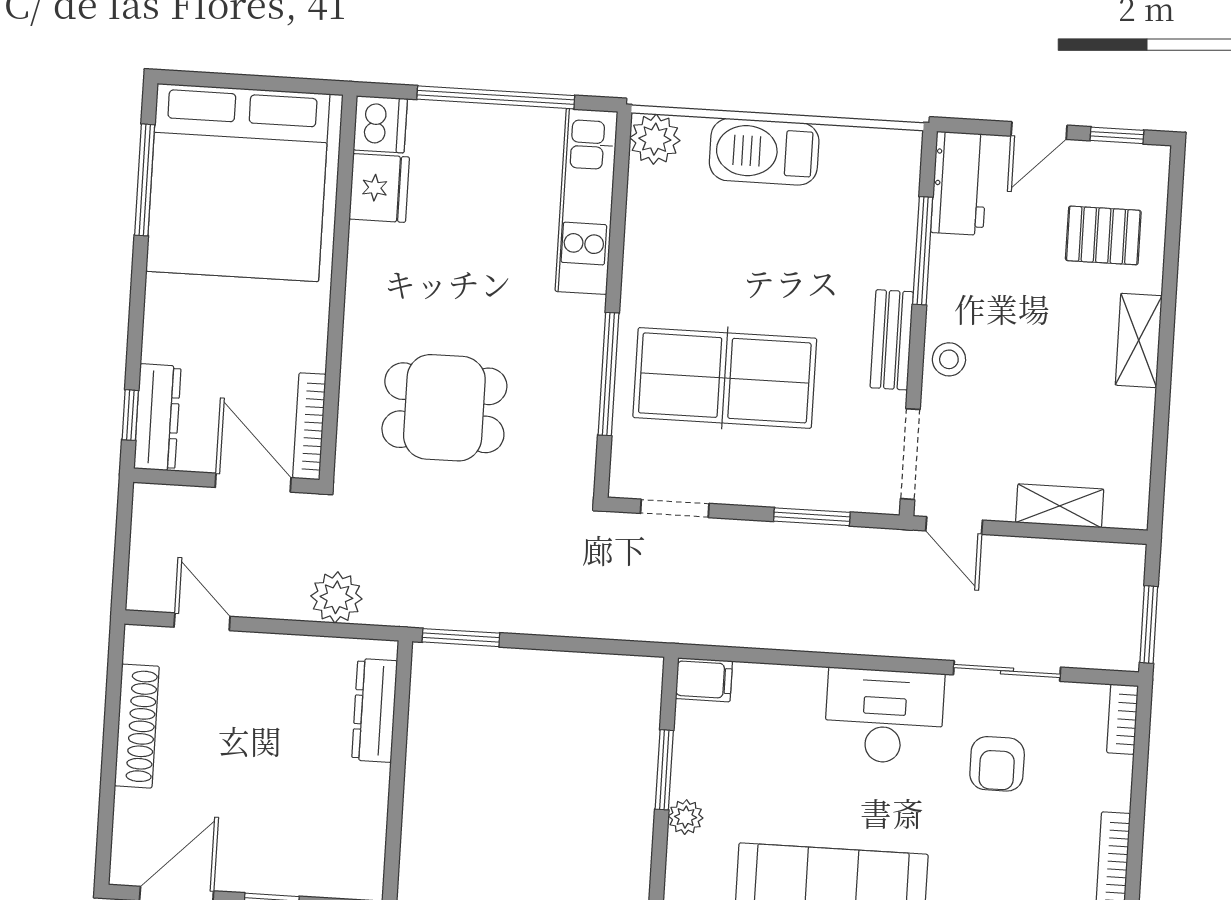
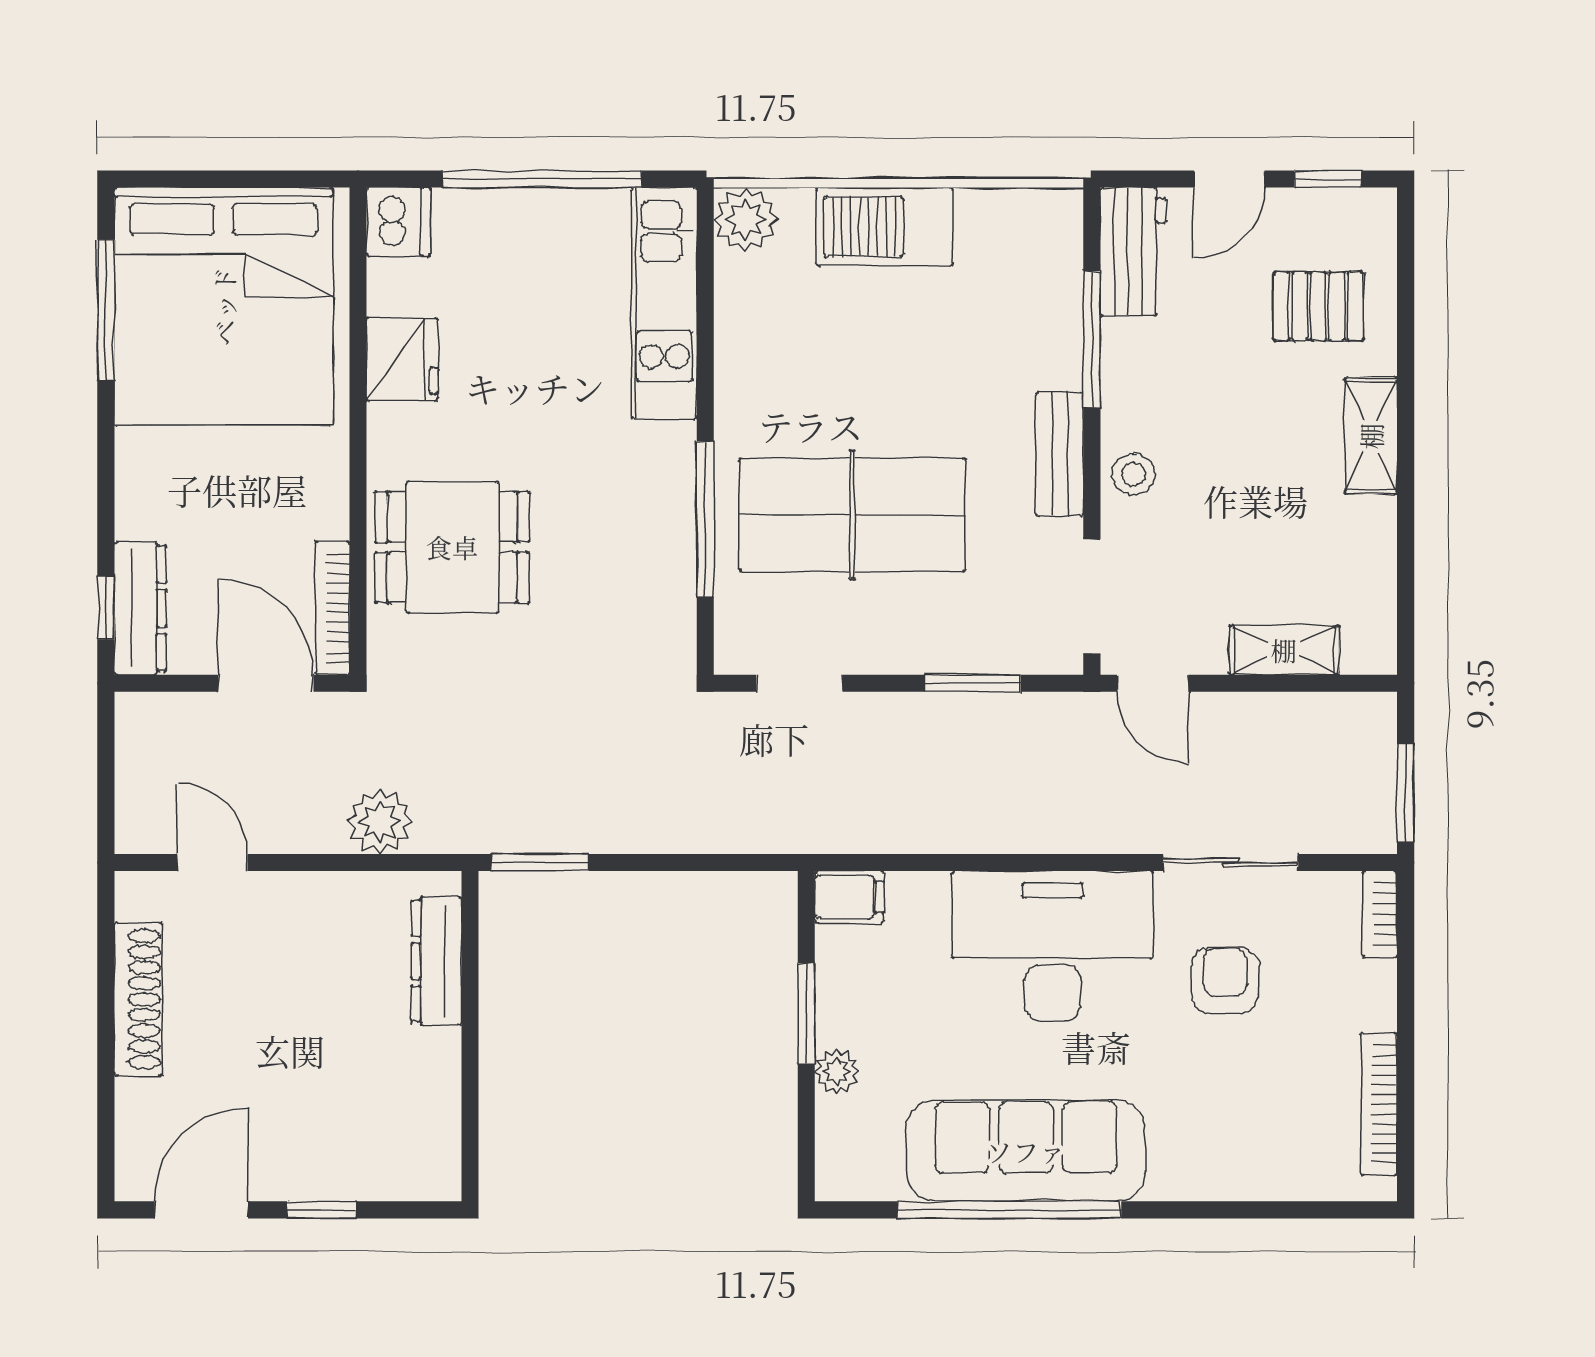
fridge: (379, 188) -> (402, 359), moved
dining table: (444, 408) -> (452, 547), moved
desk: (884, 716) -> (1052, 946), width x1.36, depth x1.30
armchair: (997, 764) -> (1225, 980), turned 180

